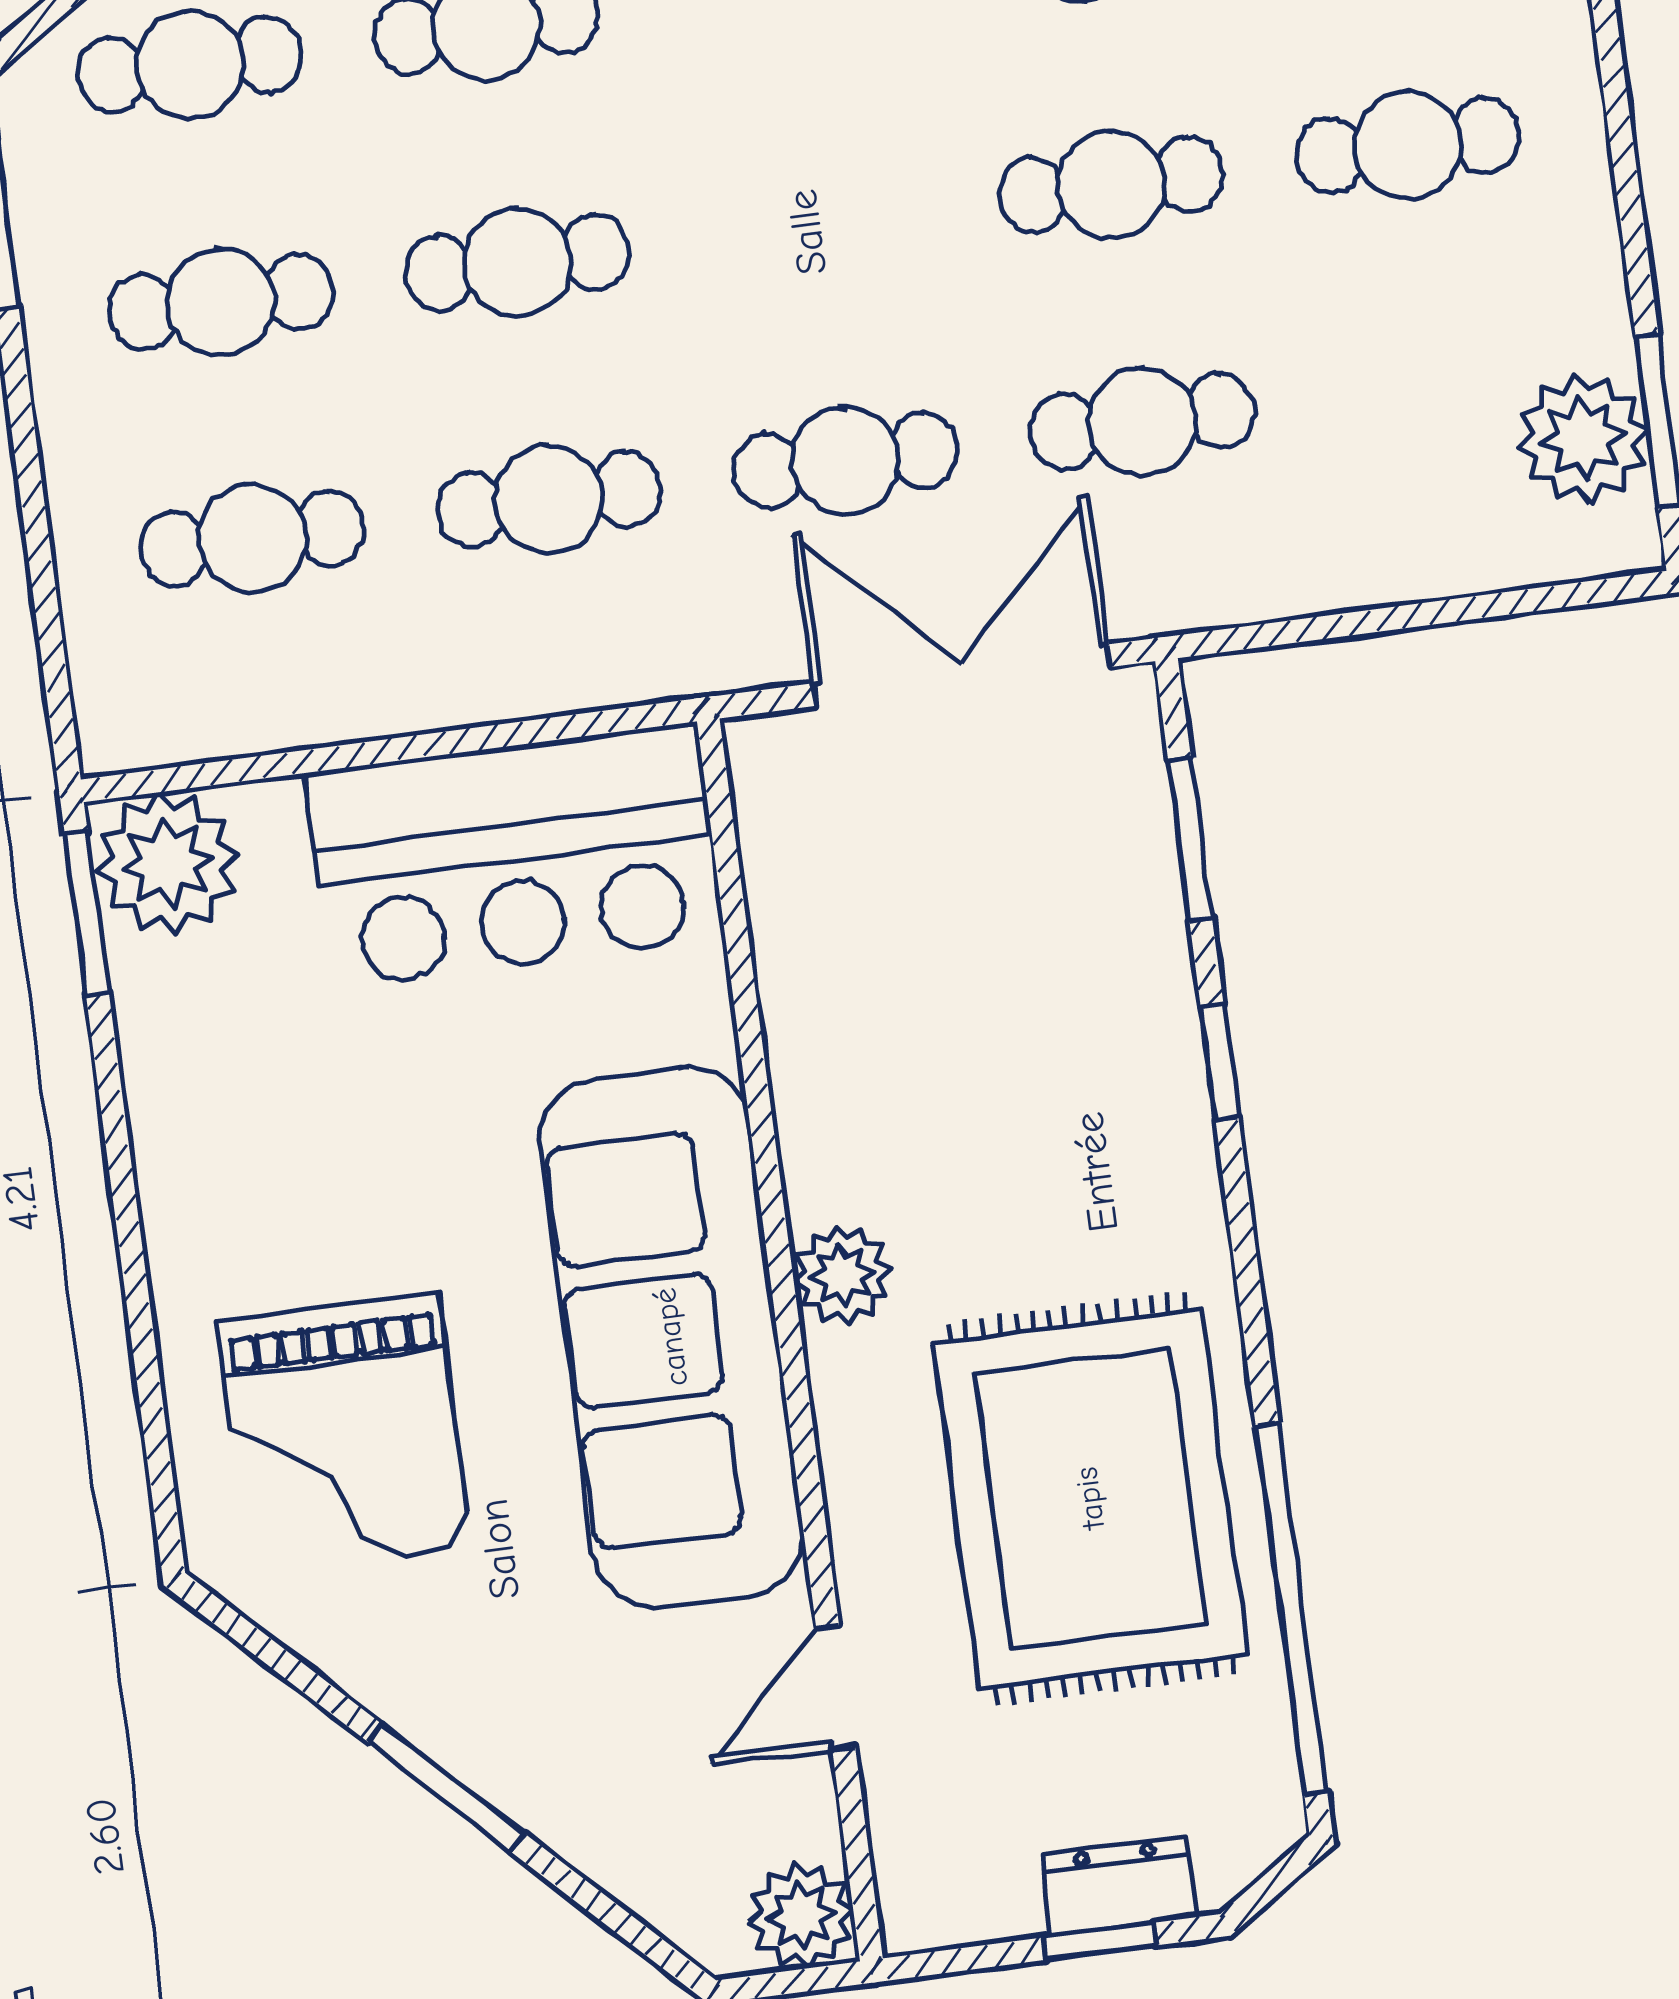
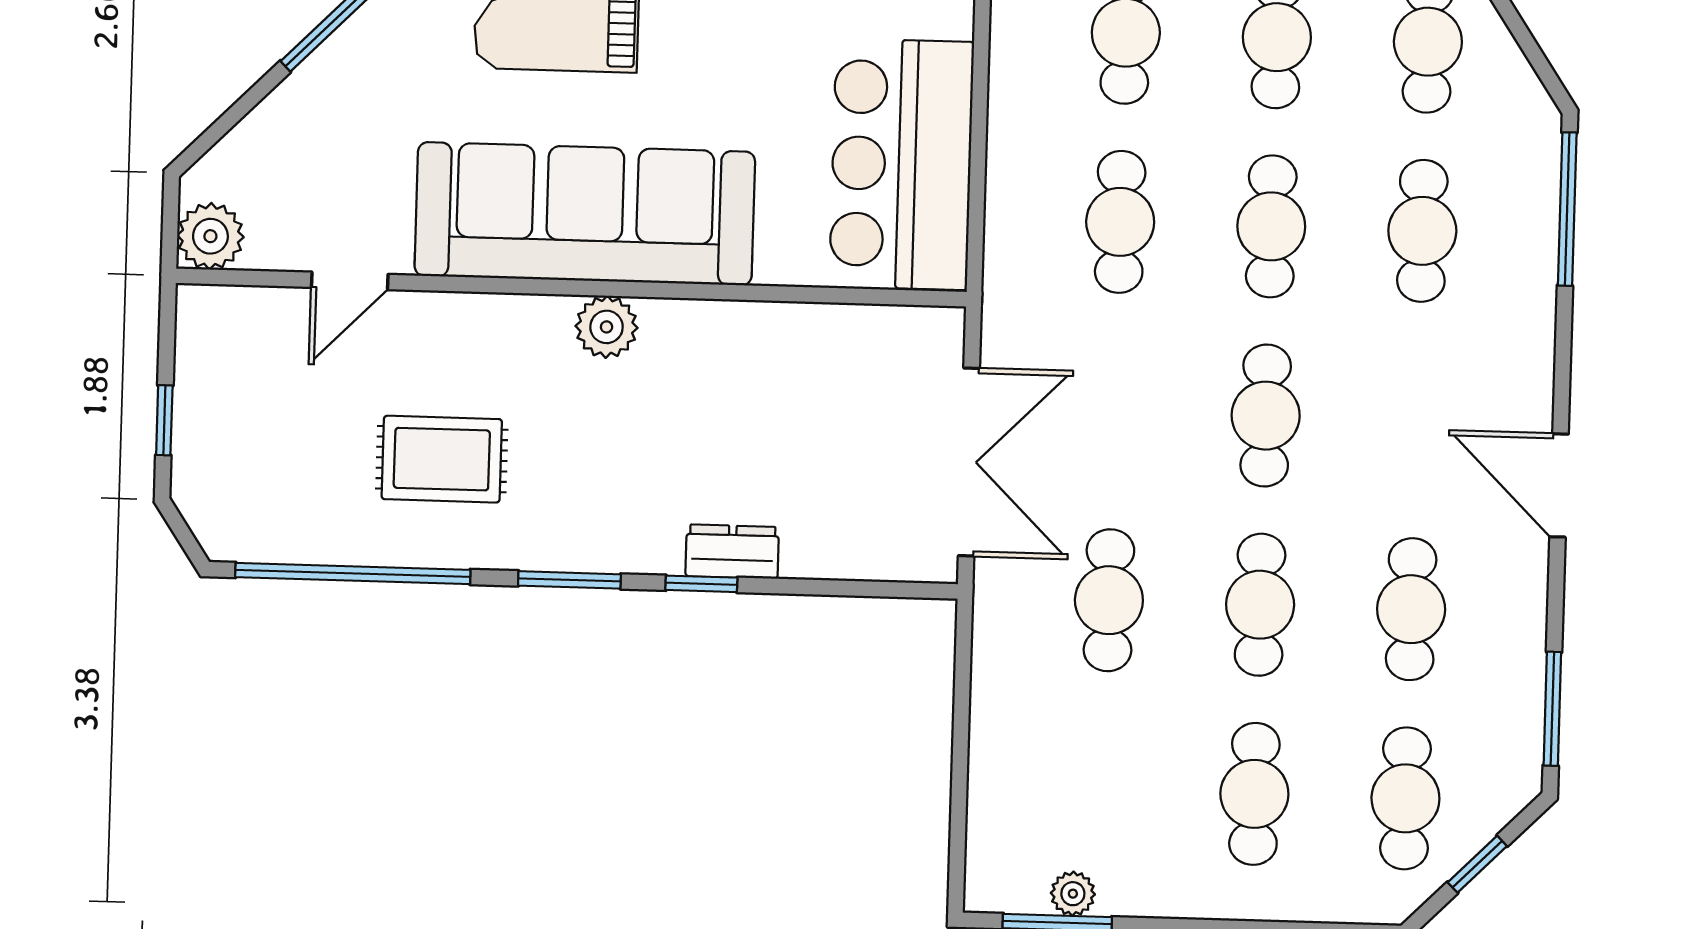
plant: (1583, 438) -> (1073, 894), width x0.53, depth x0.53
cafe table: (845, 461) -> (1266, 416), moved
window: (1190, 840) -> (569, 580), moved
rug: (1090, 1498) -> (442, 459), width x0.54, depth x0.49
door: (836, 1687) -> (350, 281), swing flipped
dresser: (1119, 1886) -> (732, 552), moved, turned -90

